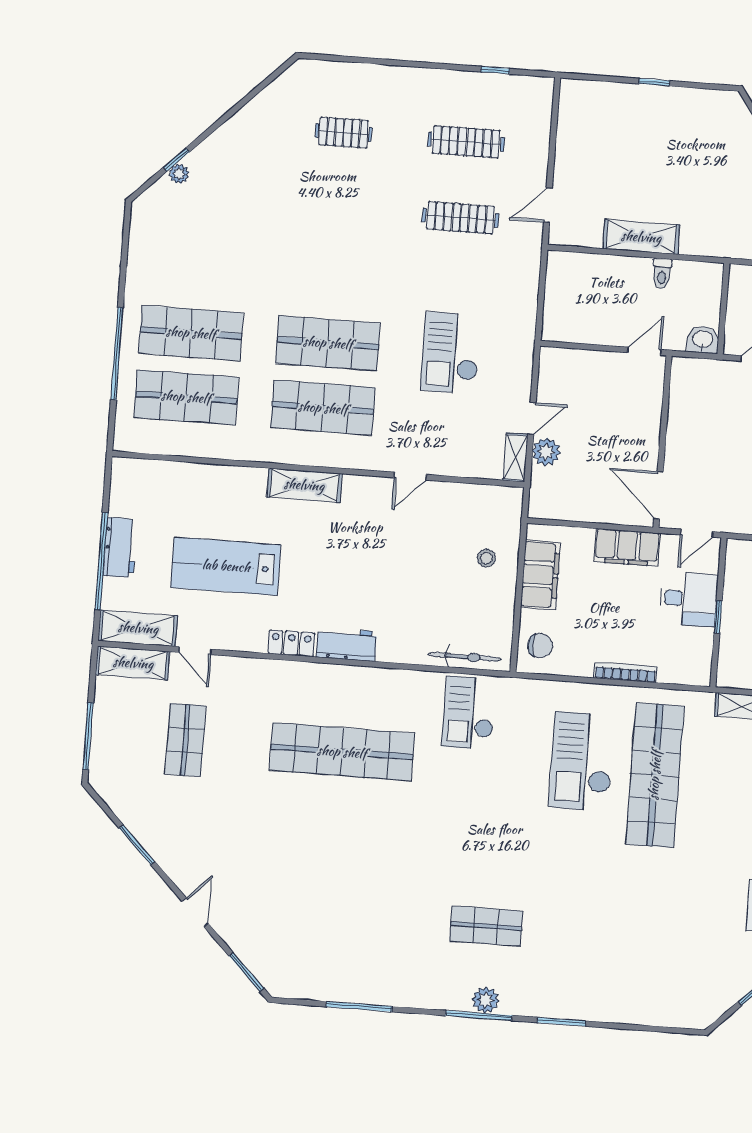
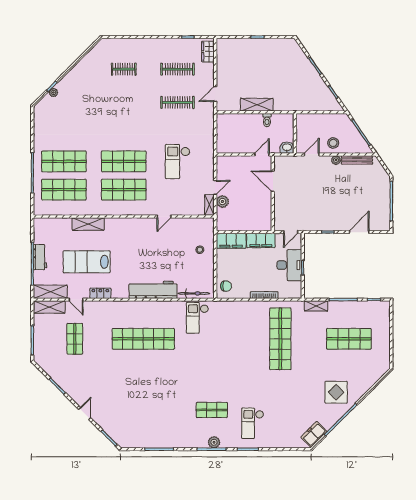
wardrobe: (539, 107) -> (208, 52), added
shelving: (304, 485) -> (88, 224), moved
door: (658, 495) -> (273, 181), moved
filing cabinet: (540, 575) -> (231, 241), moved, turned 90
desk: (689, 599) -> (289, 265), width x1.37
locker: (291, 643) -> (100, 293), moved
workbench: (347, 644) -> (153, 290), width x1.88, depth x1.32
checkout: (582, 761) -> (253, 423), moved, width x0.73, depth x0.83
freezer: (715, 999) -> (314, 434), added

